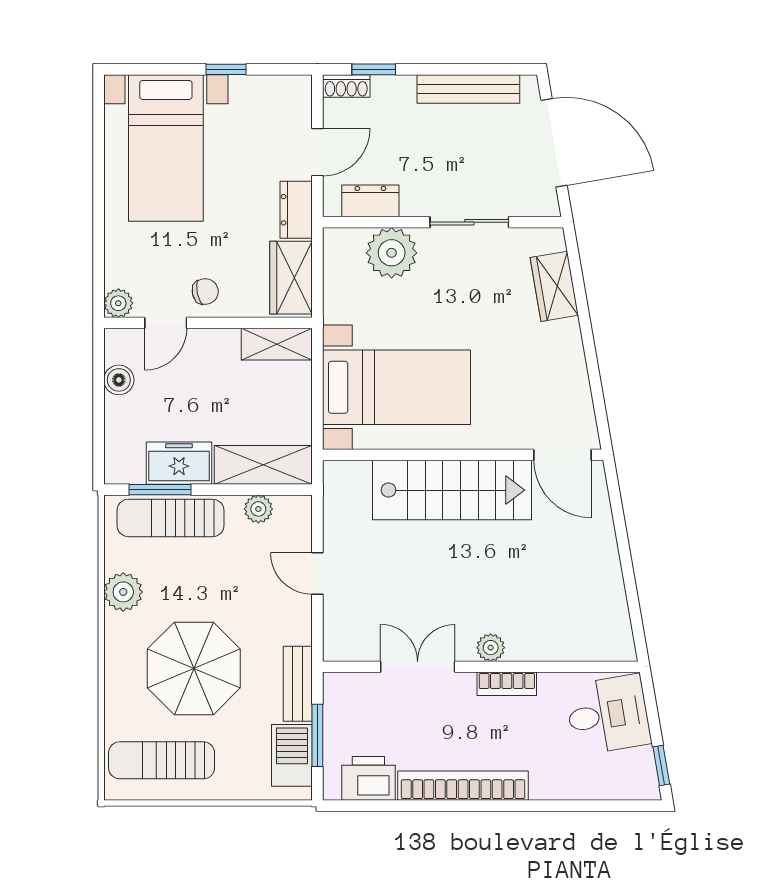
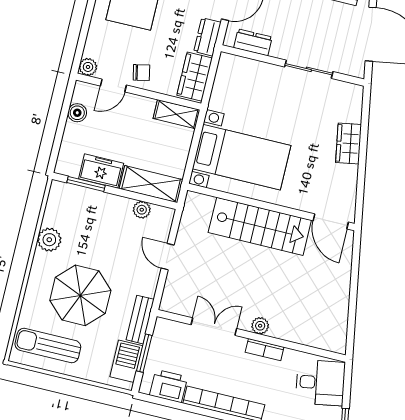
plant: (392, 253) -> (258, 76), removed
wardrobe: (554, 286) -> (349, 143), moved
sun lounger: (170, 518) -> (88, 202), removed

